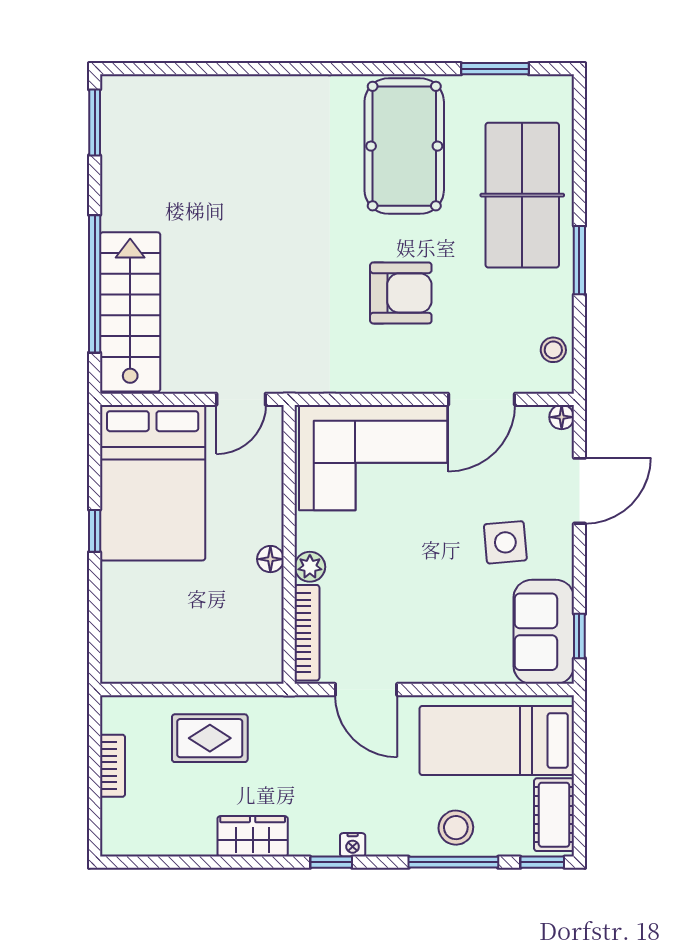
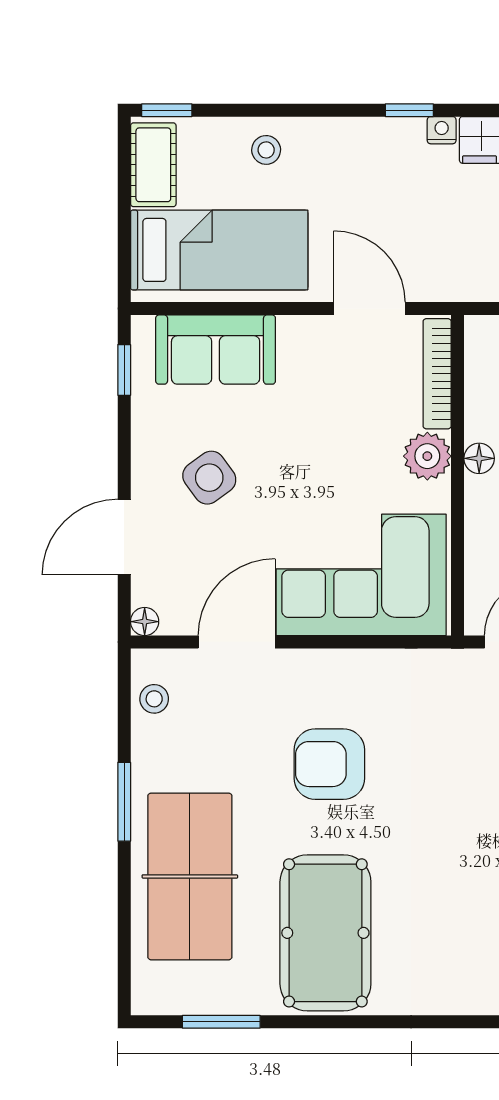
side table: (505, 542) -> (209, 478), turned -31
plant: (310, 567) -> (427, 456), width x1.38, depth x1.38
sofa: (544, 632) -> (216, 350), moved, turned 90
stool: (456, 828) -> (266, 150), width x0.73, depth x0.73
nightstand: (353, 845) -> (442, 130), moved
window: (453, 862) -> (269, 110), removed

